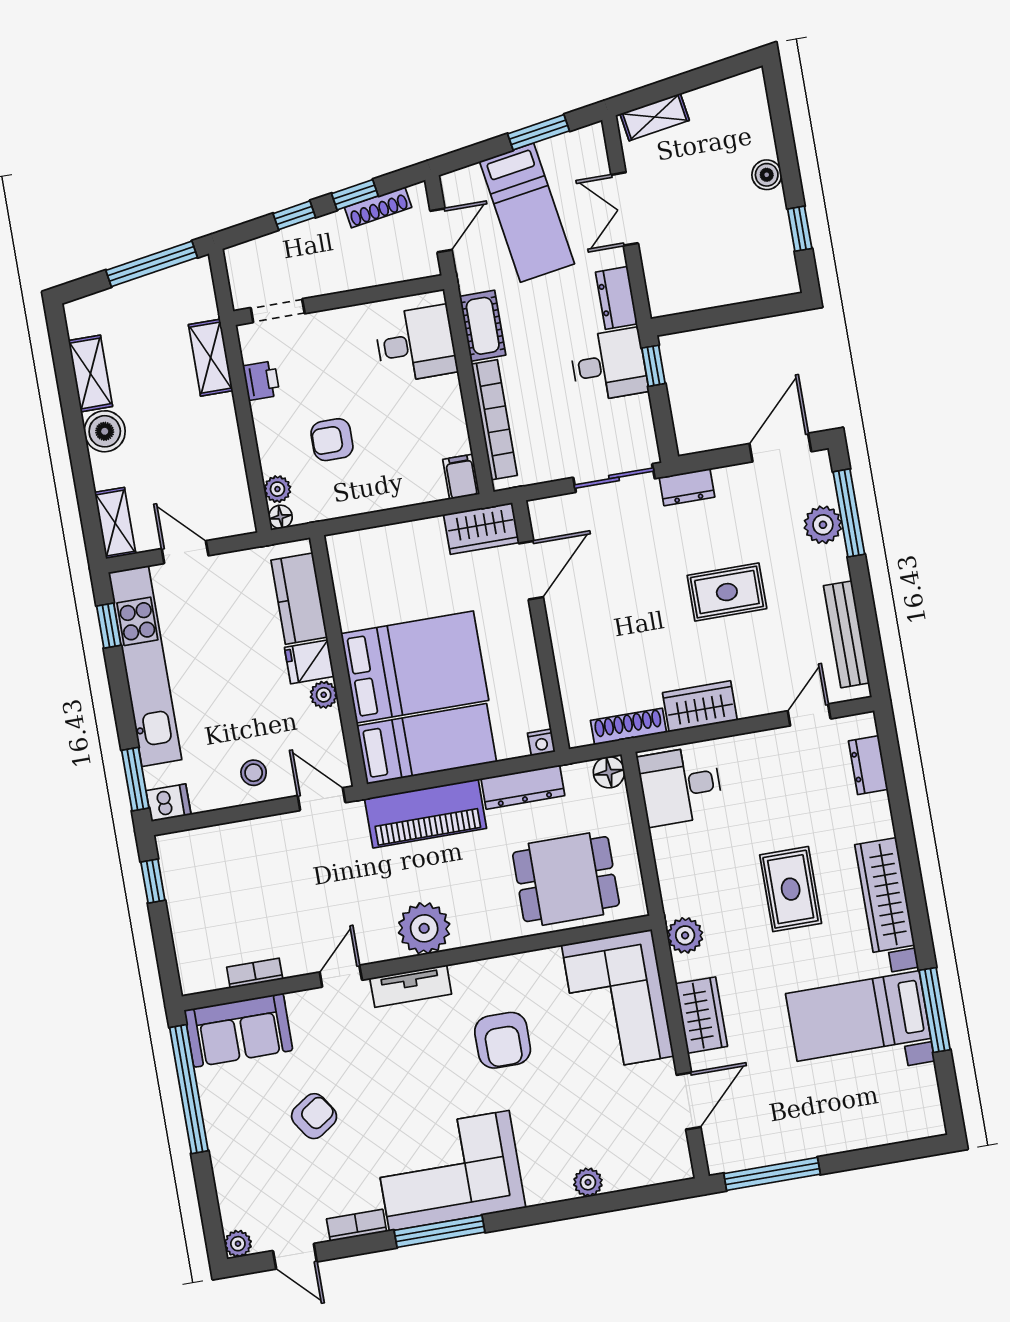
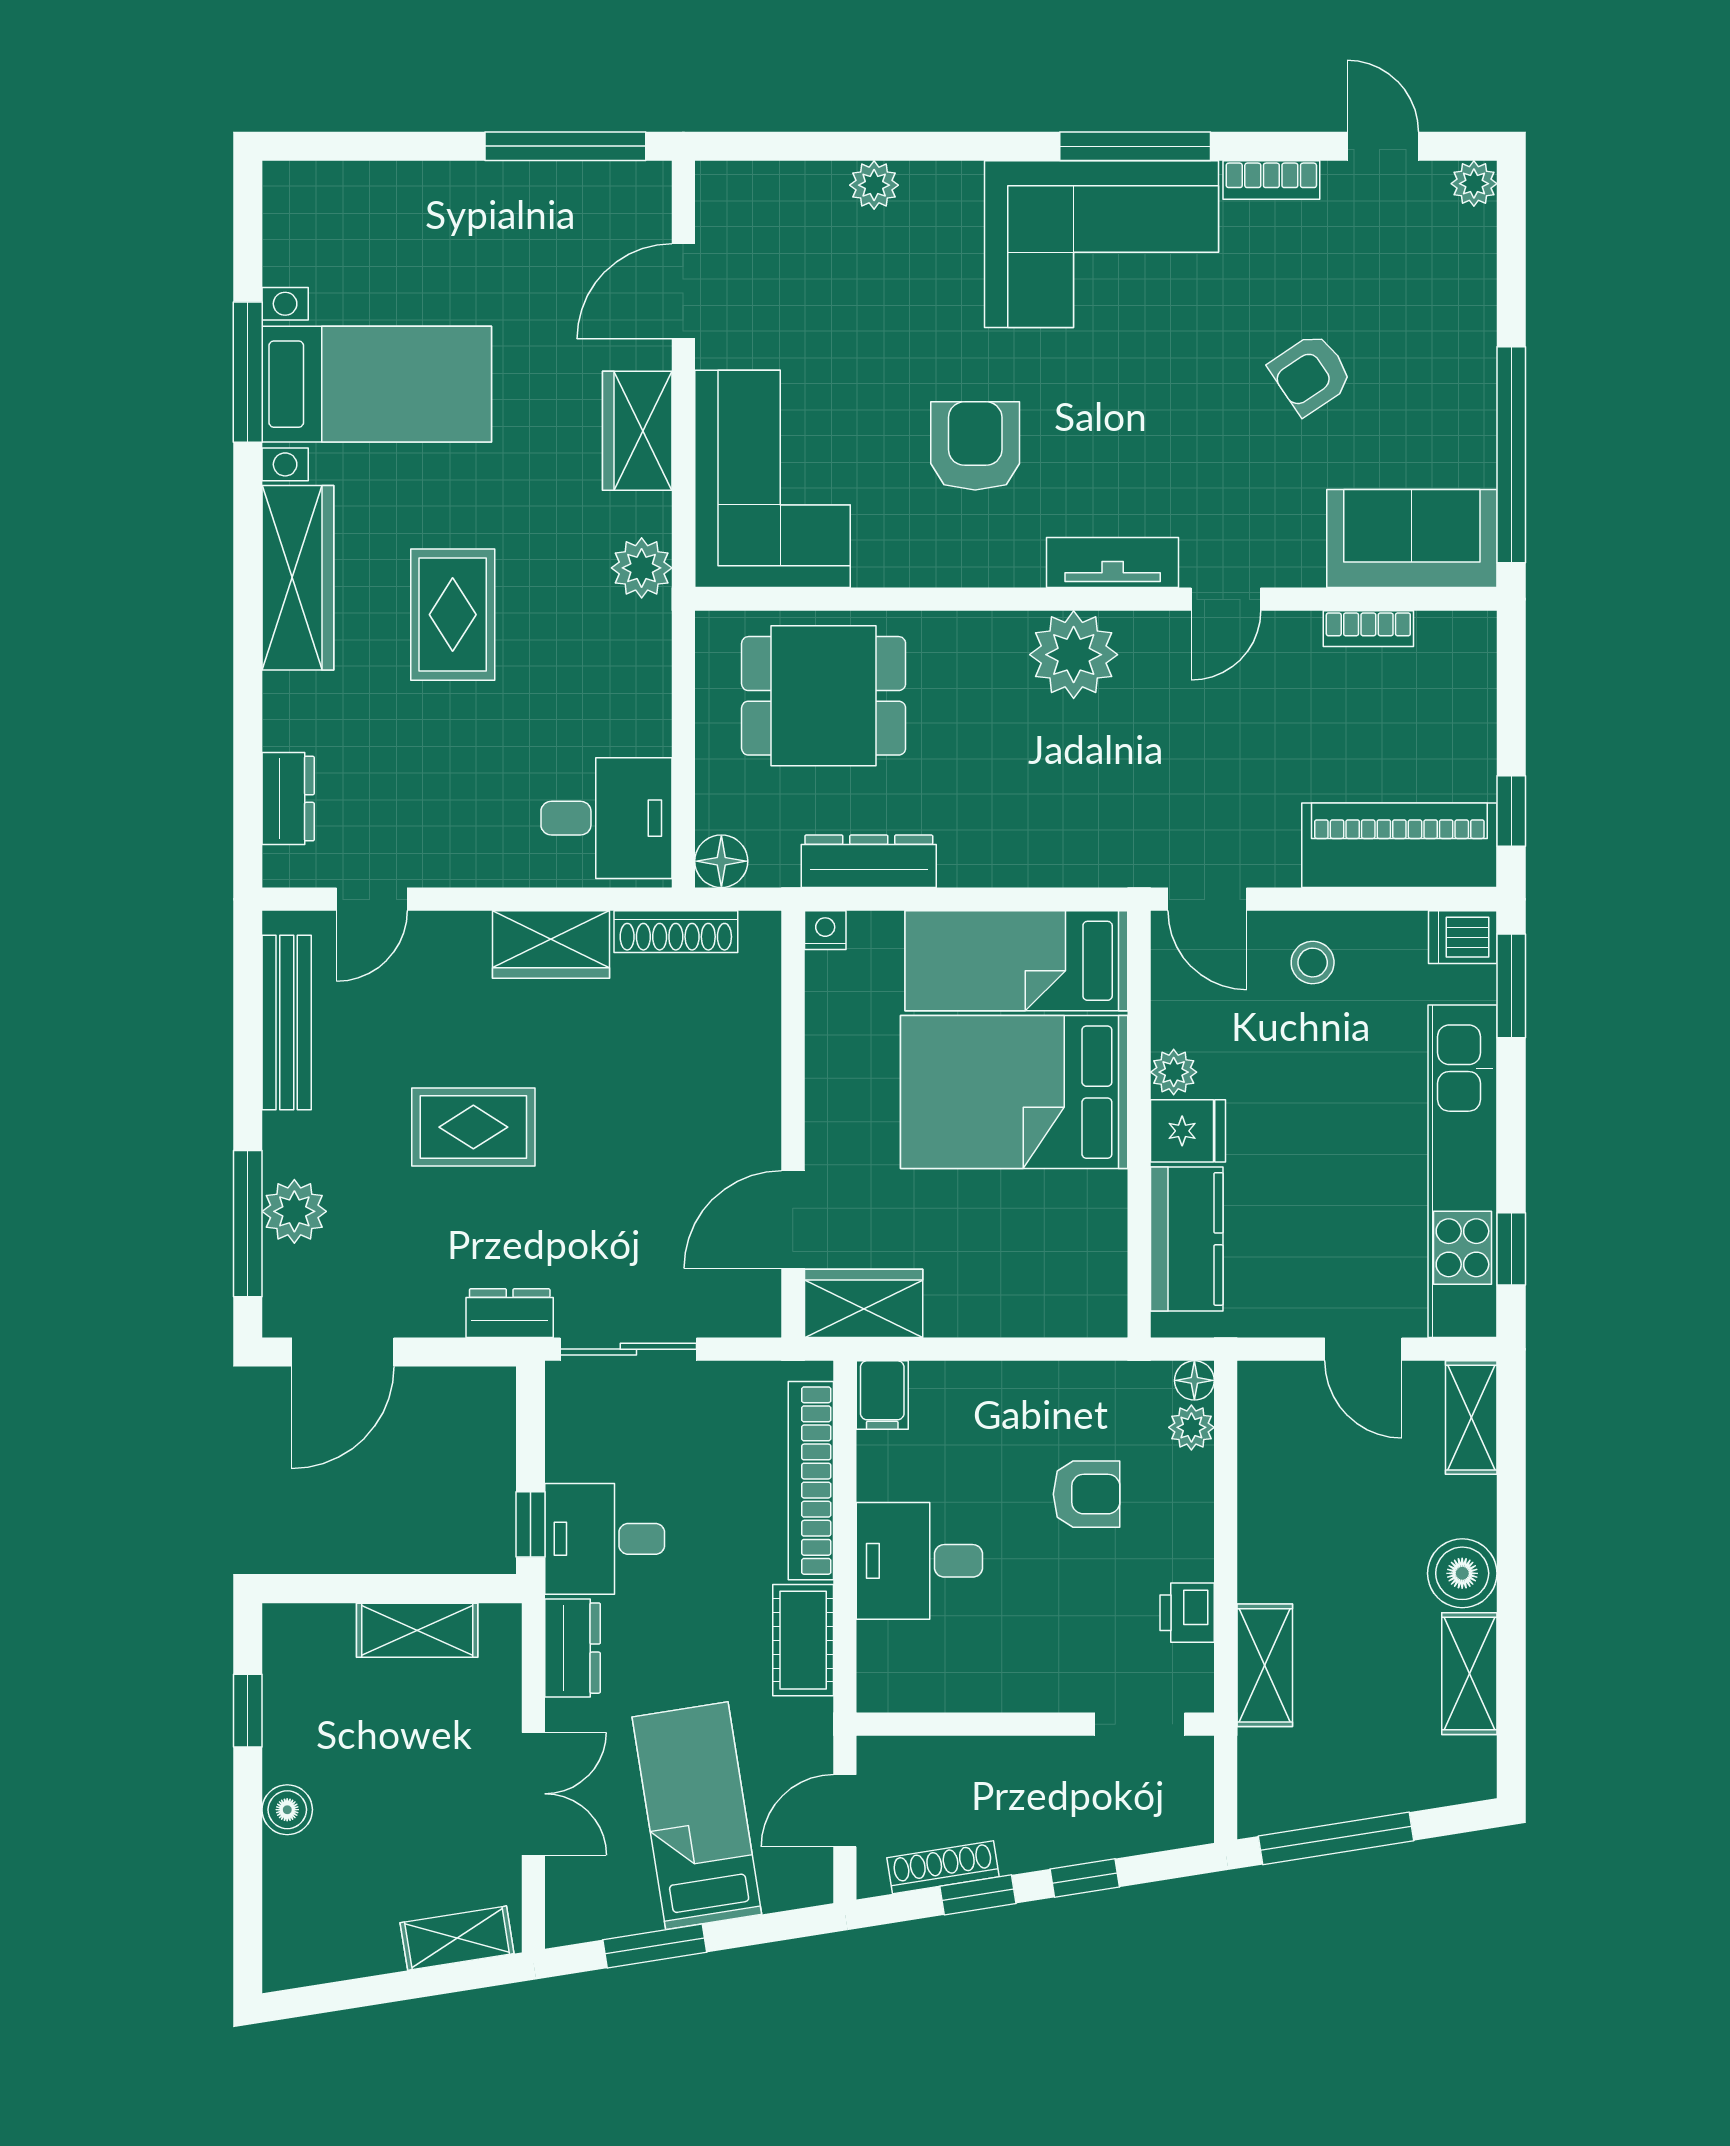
shelving: (709, 293) -> (417, 1630), added
desk: (416, 344) -> (919, 1561), moved
piano: (426, 813) -> (1399, 845), moved

